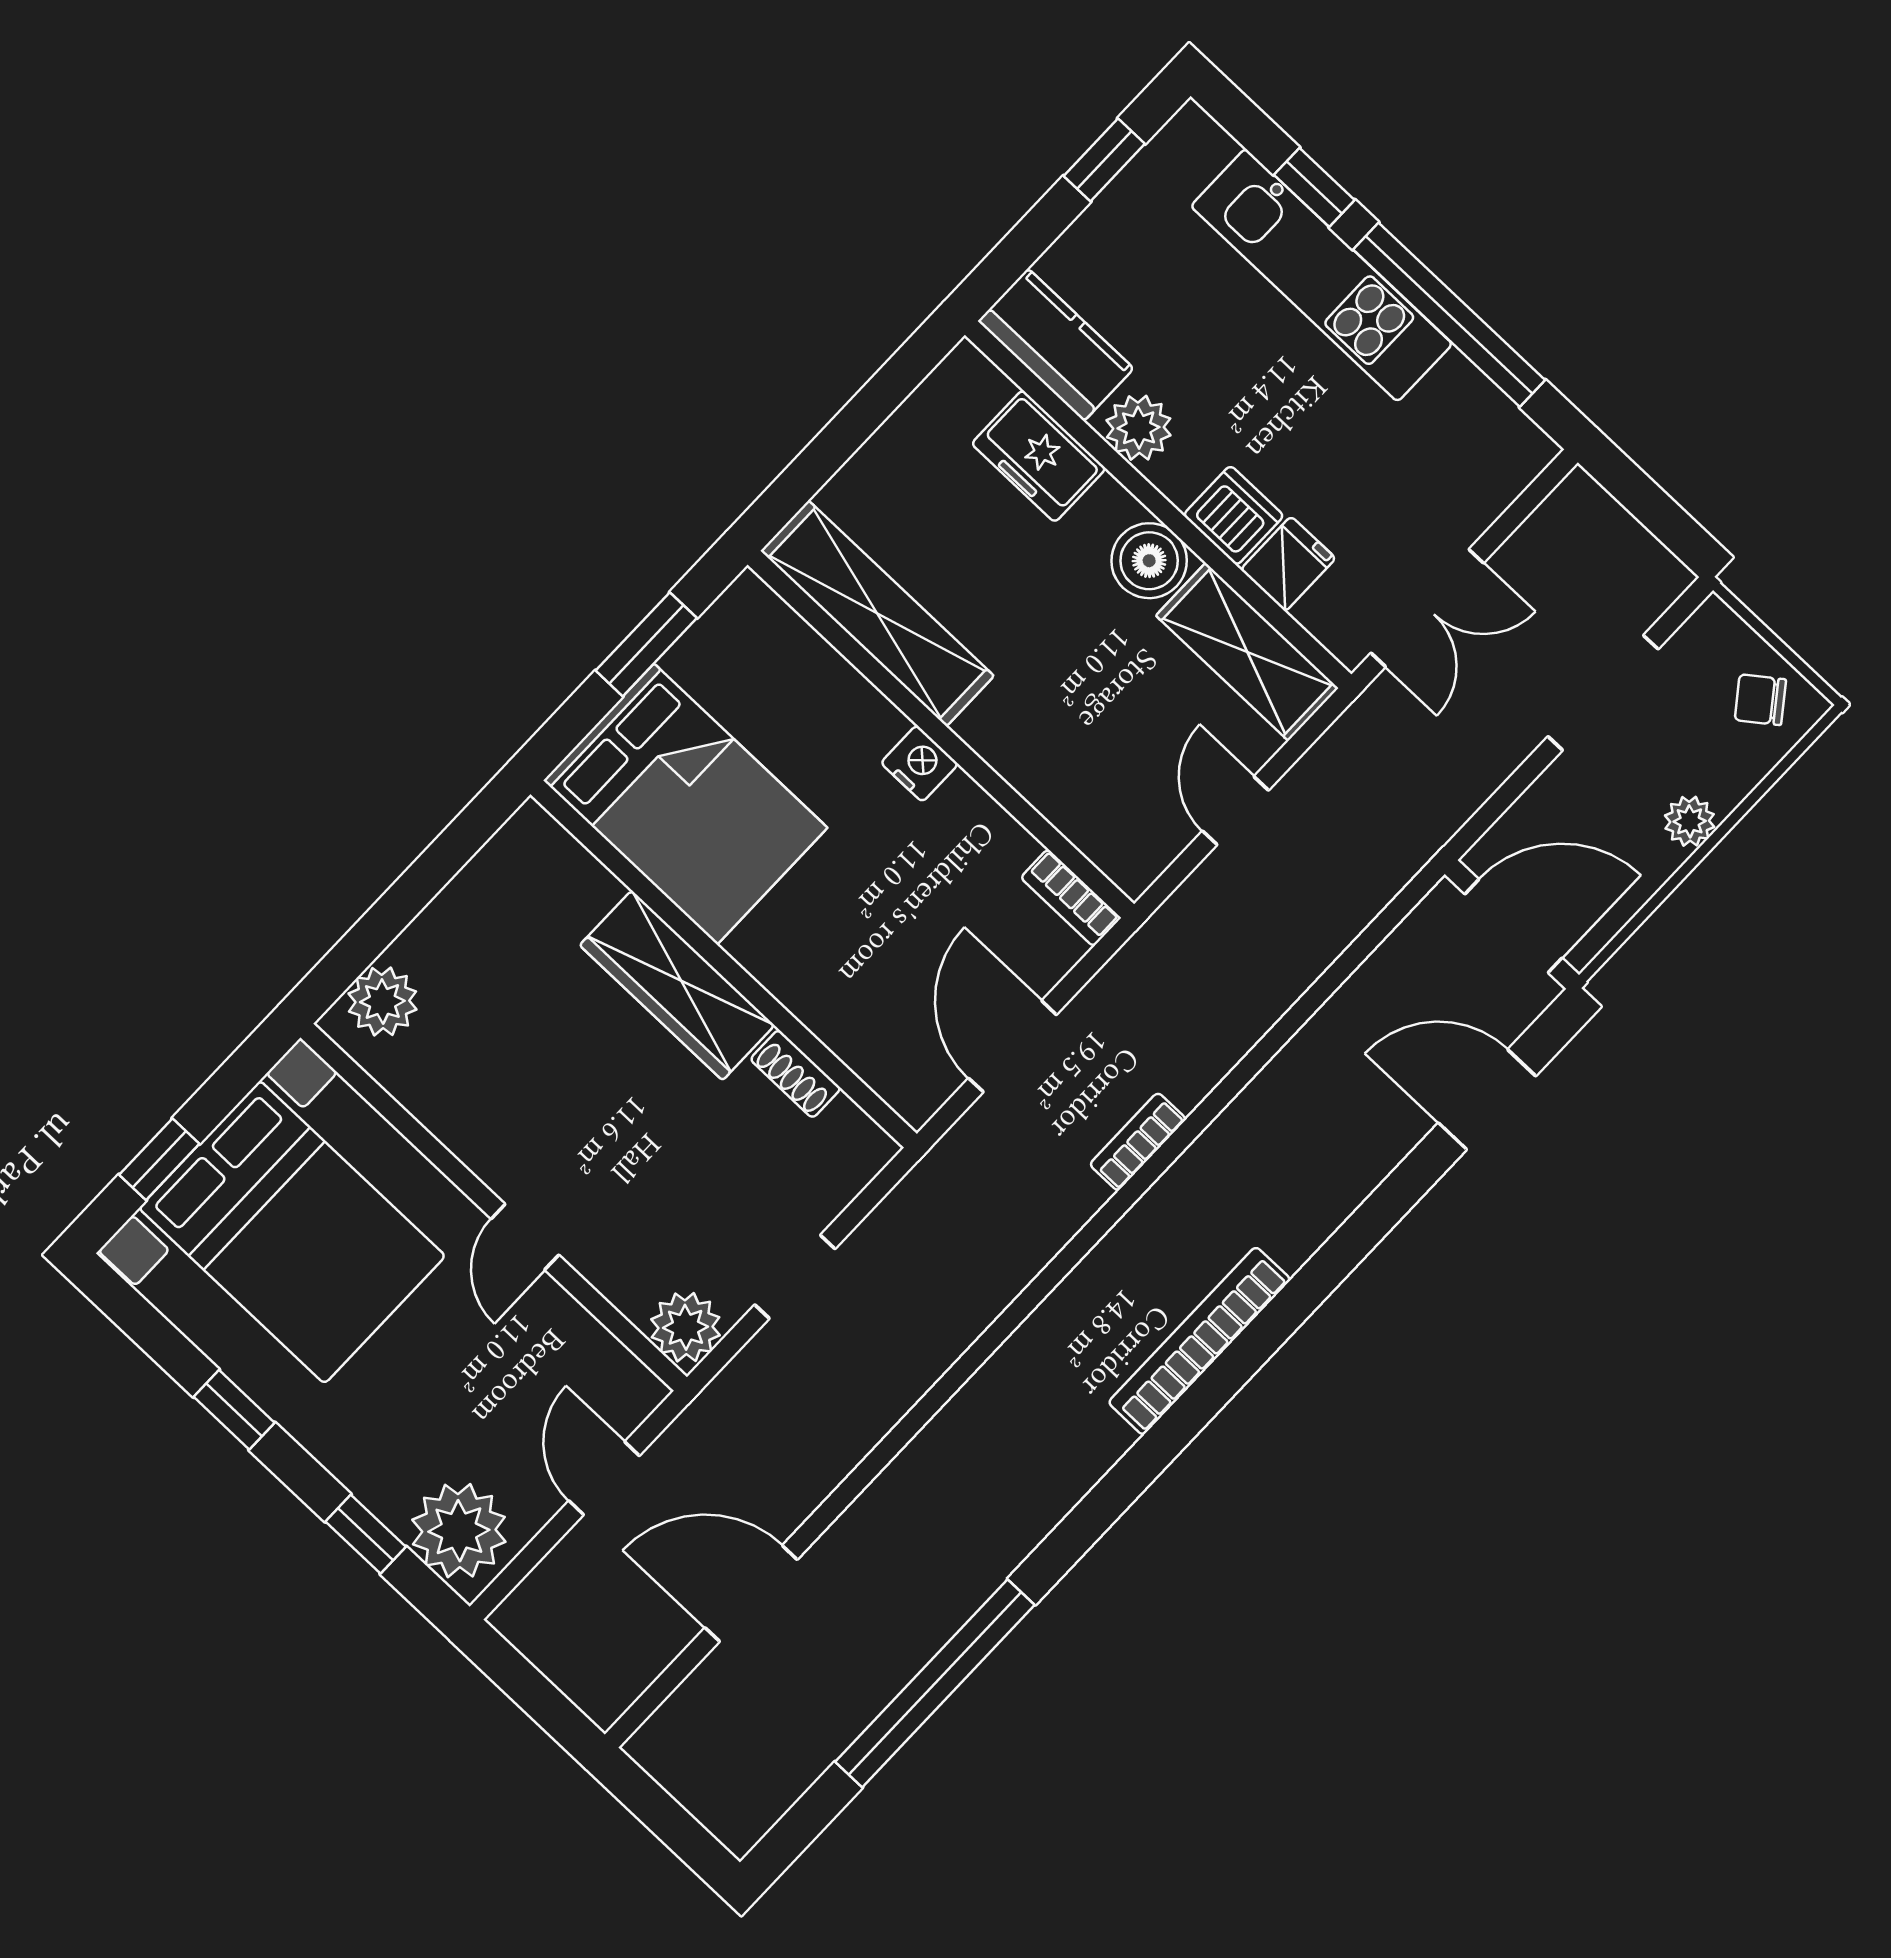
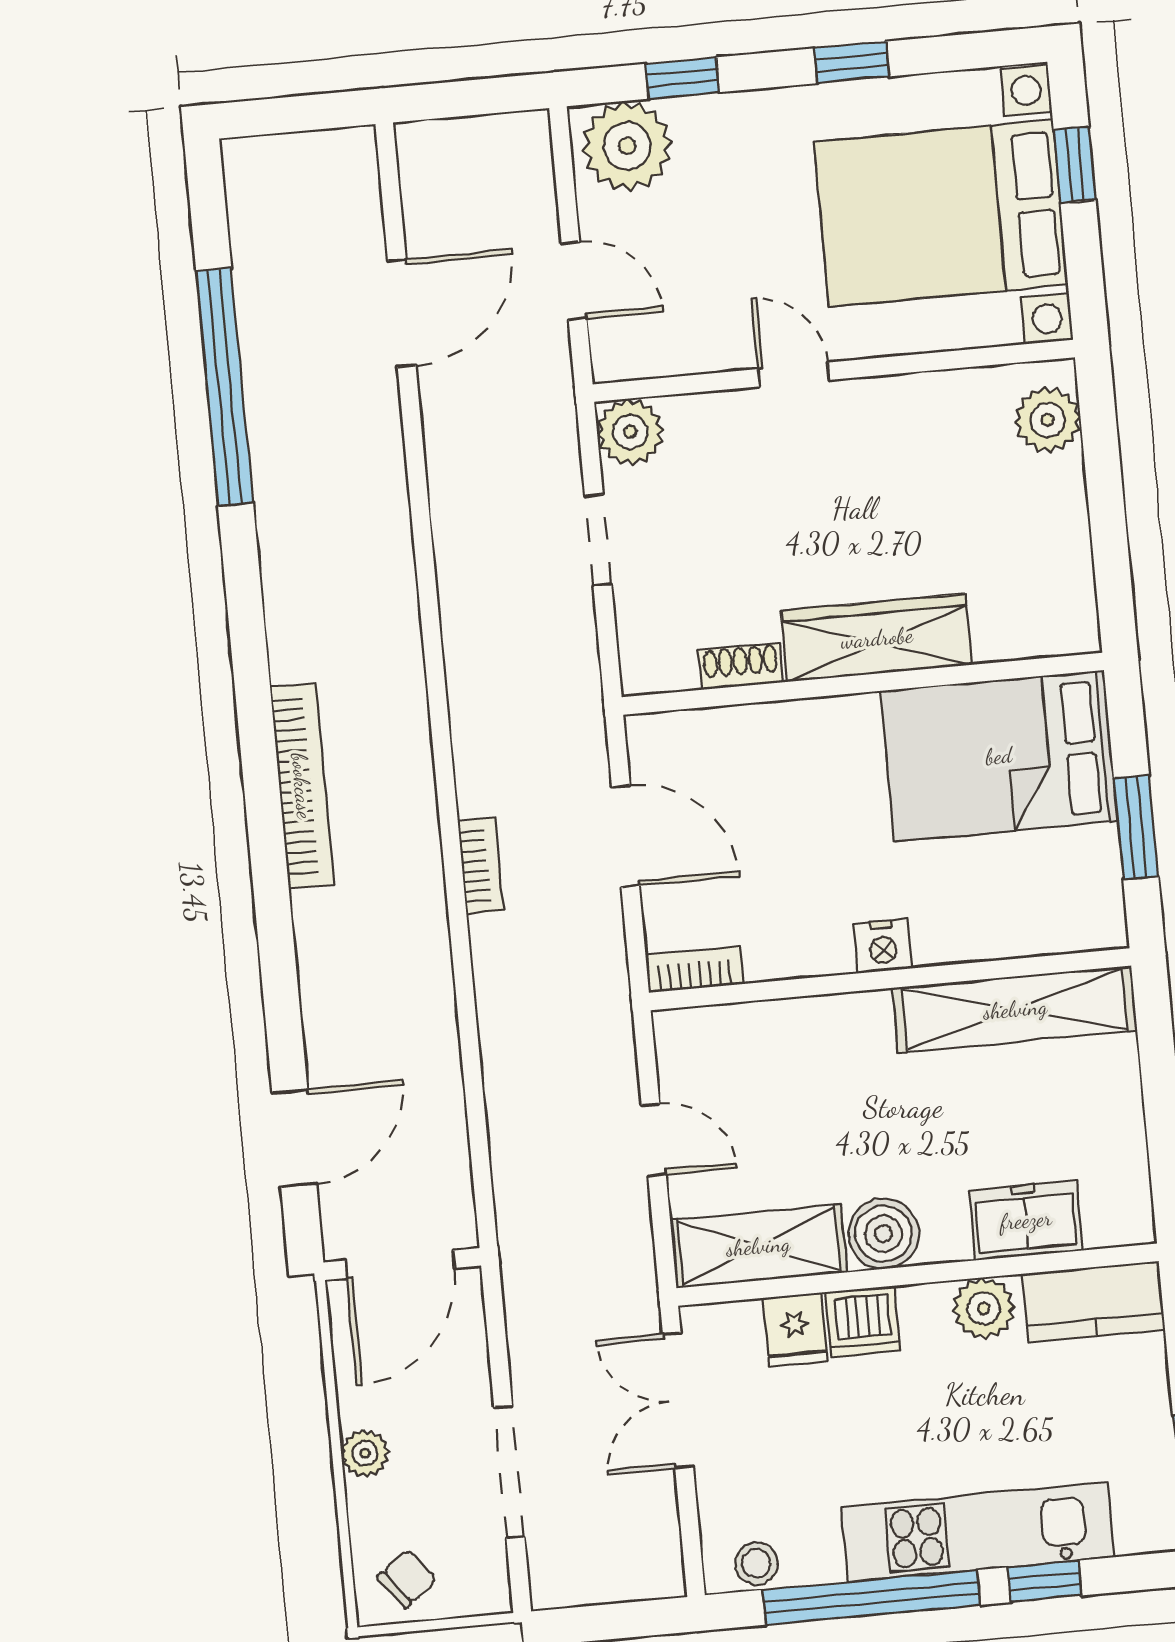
stool: (1503, 431) -> (756, 1563), added

